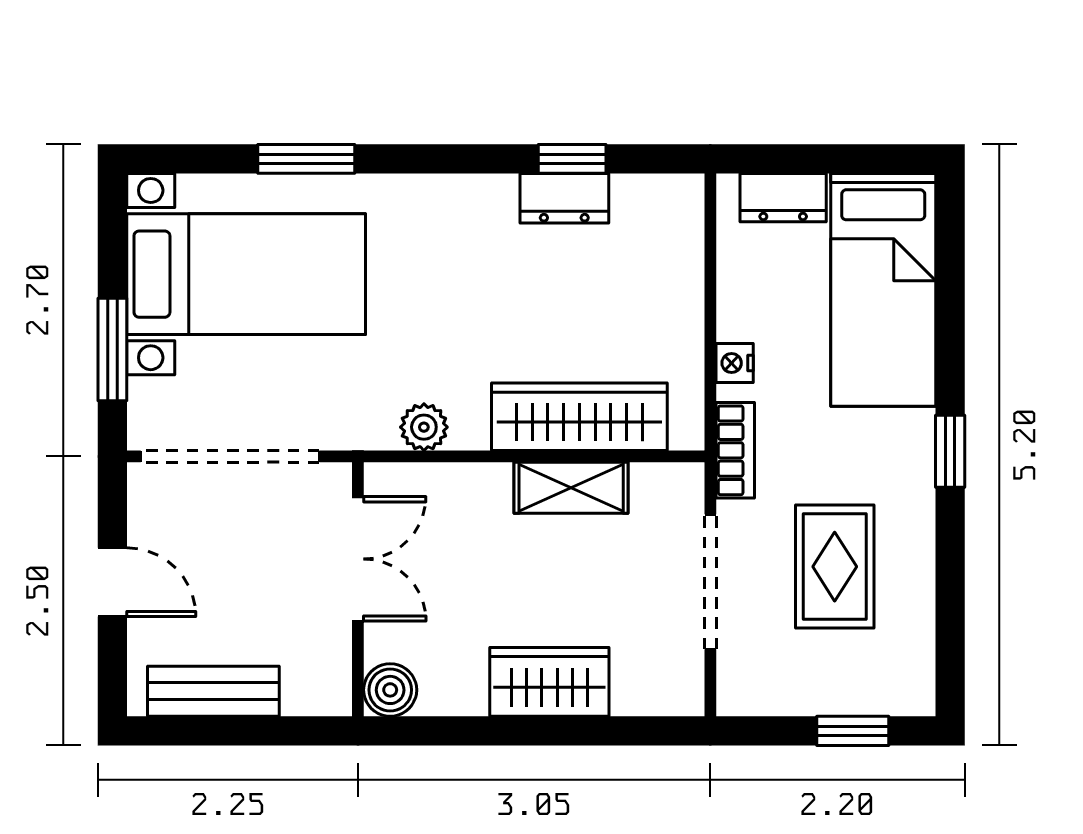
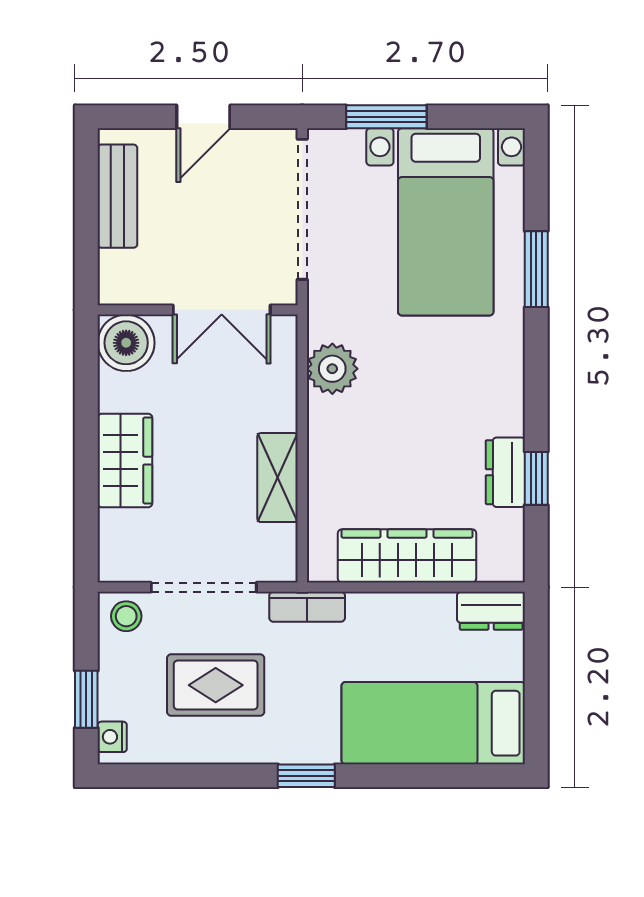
dresser: (783, 198) -> (491, 611), moved, turned -90
nightstand: (735, 363) -> (112, 737), moved, turned -90
wardrobe: (579, 417) -> (407, 556), moved, turned -90
plant: (424, 427) -> (332, 369), width x1.38, depth x1.38
stool: (747, 680) -> (126, 616), added
boiler: (390, 690) -> (126, 343), width x1.36, depth x1.36

